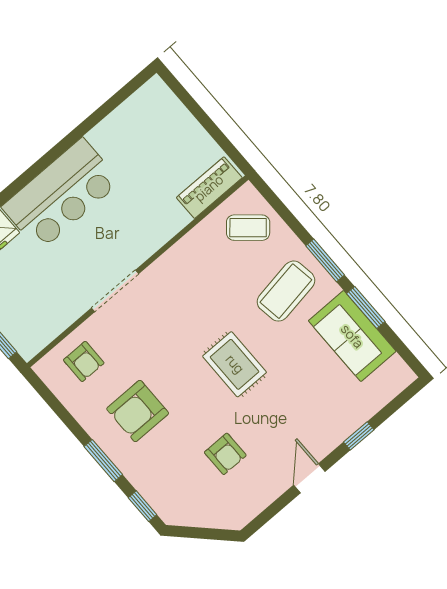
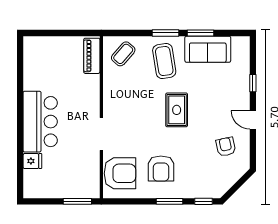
armchair: (84, 361) -> (120, 173), width x1.88, depth x1.88
rug: (235, 364) -> (177, 110), turned 90
armchair: (225, 454) -> (226, 147), moved, turned -102

